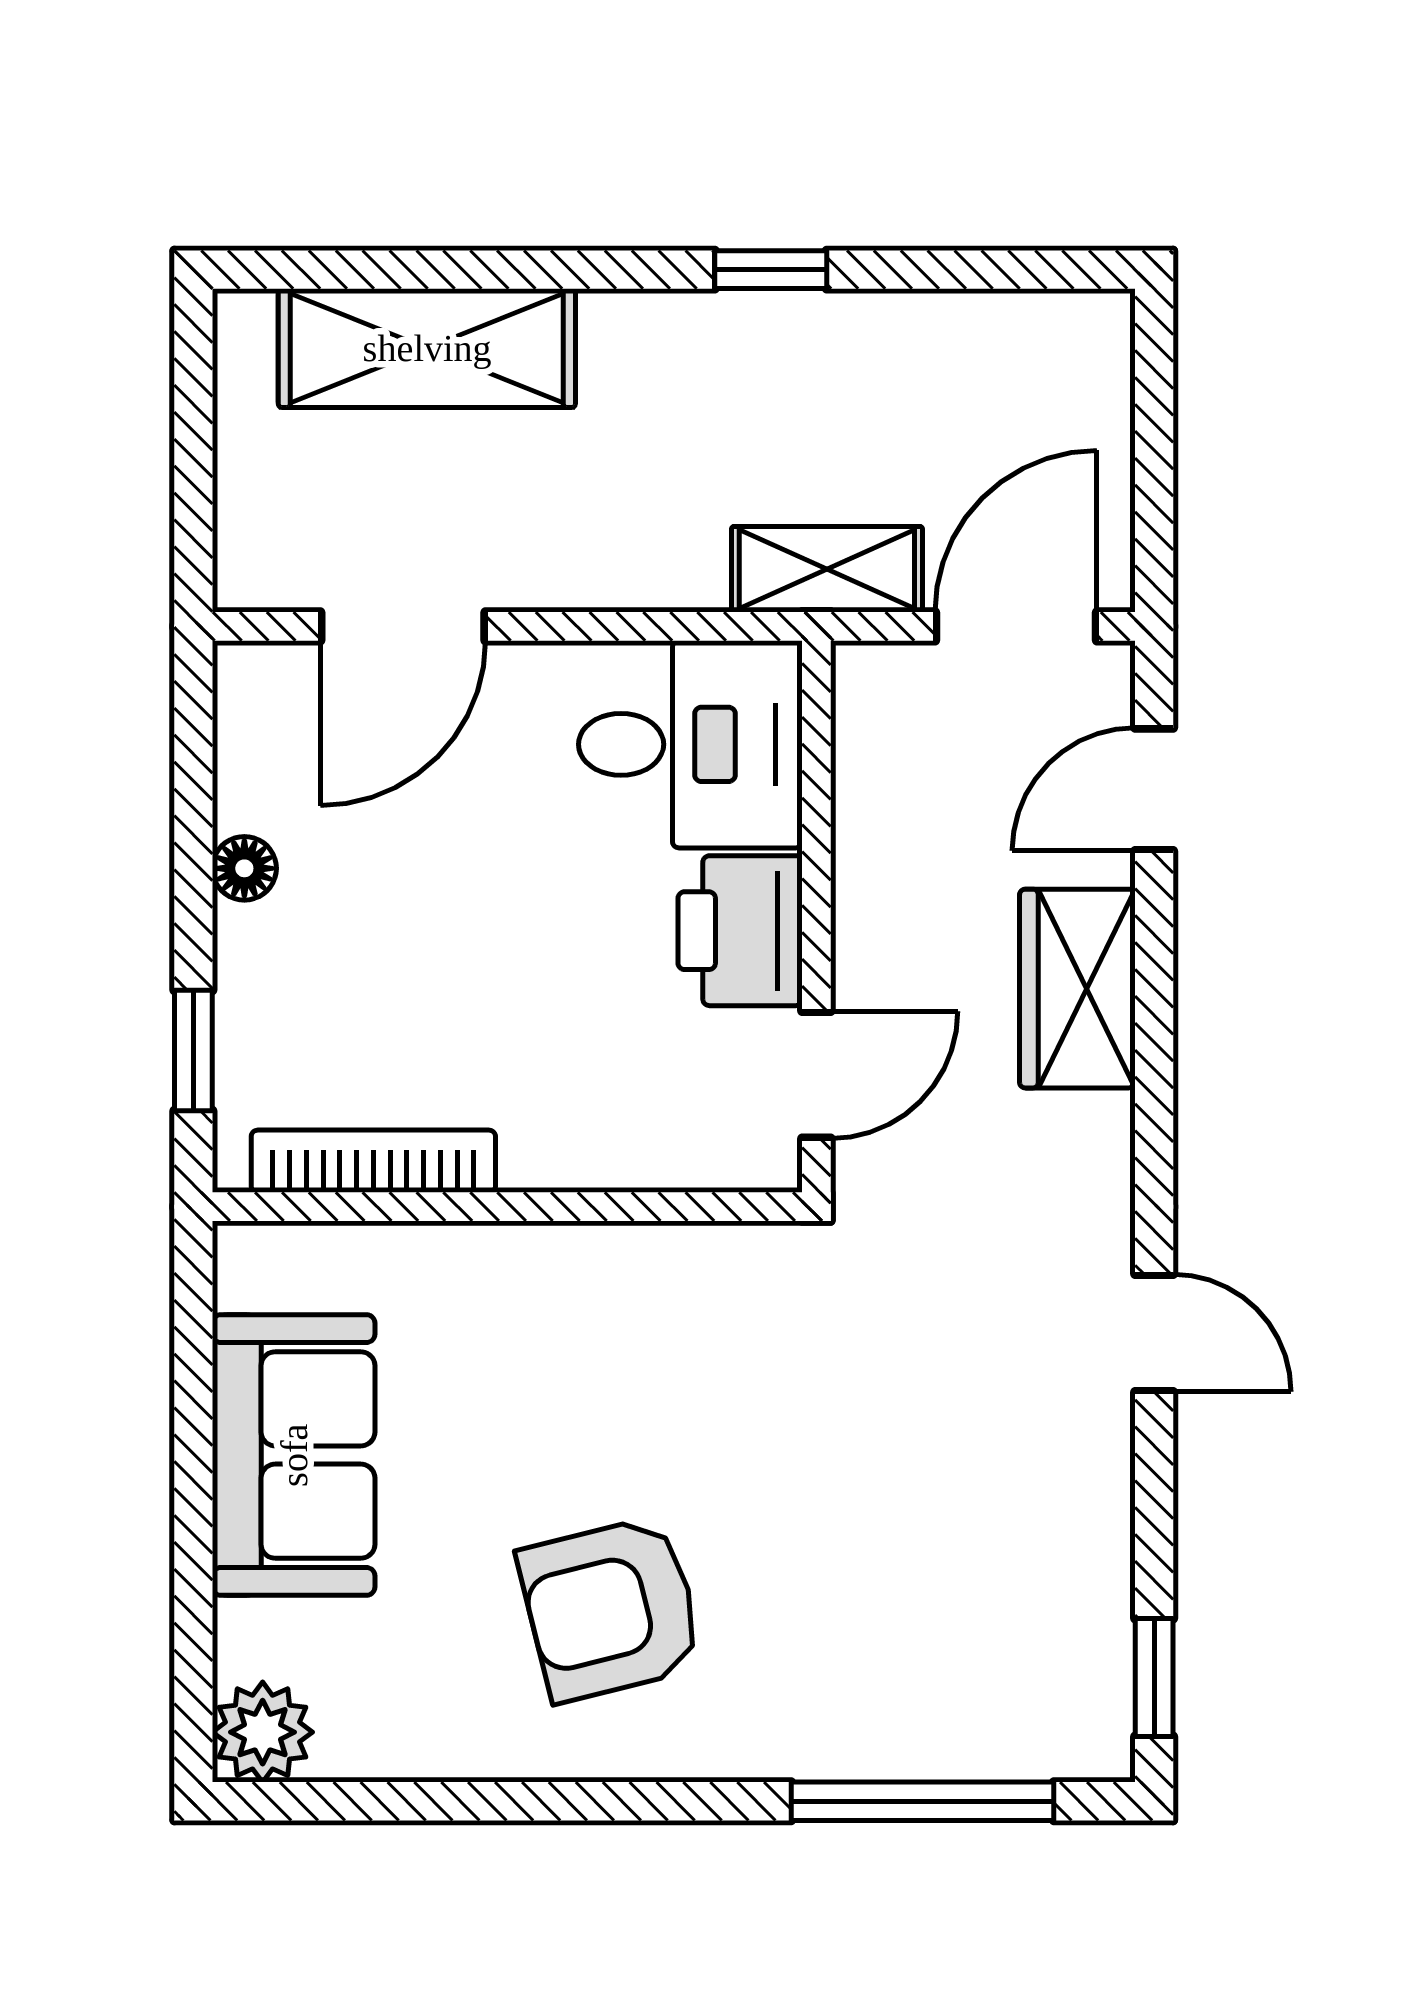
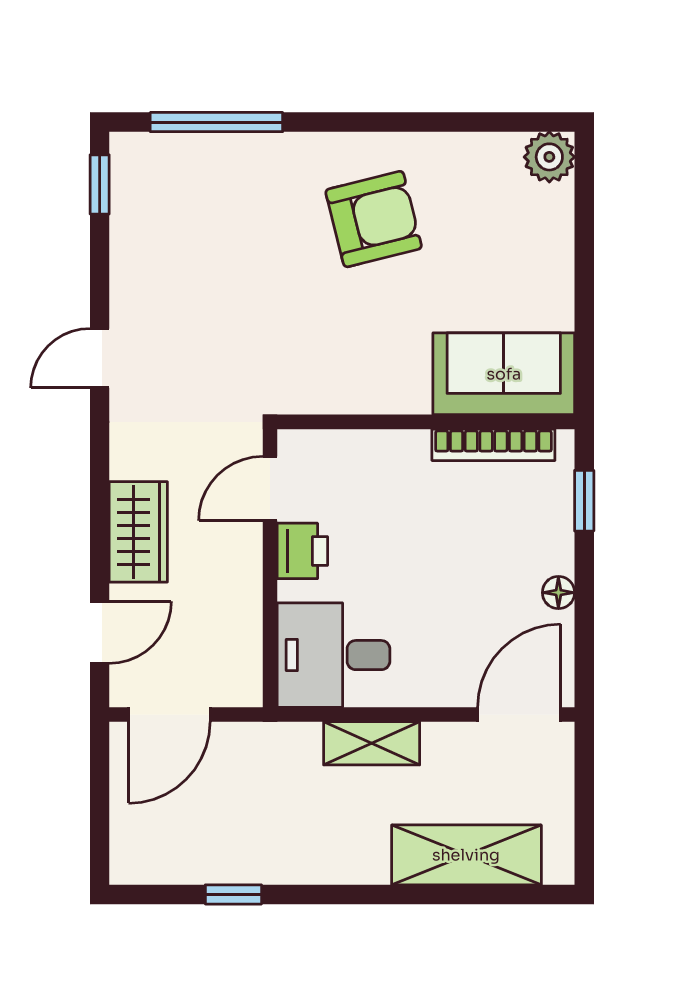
window: (771, 270) -> (233, 894), moved
shelving: (827, 569) -> (372, 743), moved
door: (403, 626) -> (519, 715), moved
printer: (740, 931) -> (302, 551), width x0.73, depth x0.81
door: (1154, 1333) -> (100, 358), hinge flipped
sofa: (294, 1455) -> (504, 374), moved, turned 90

